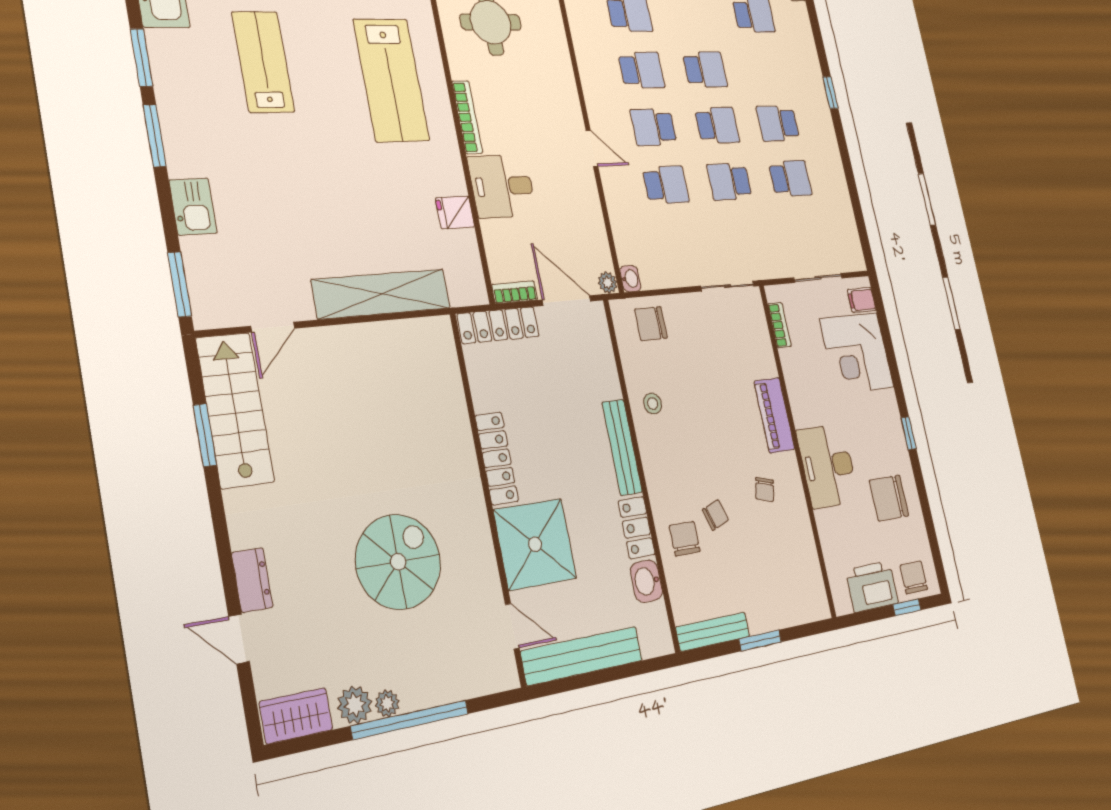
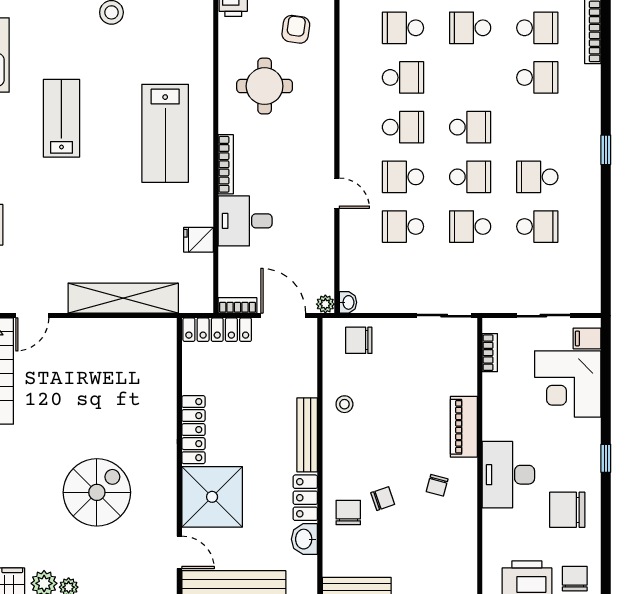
school desk: (666, 185) -> (403, 227), turned 180

